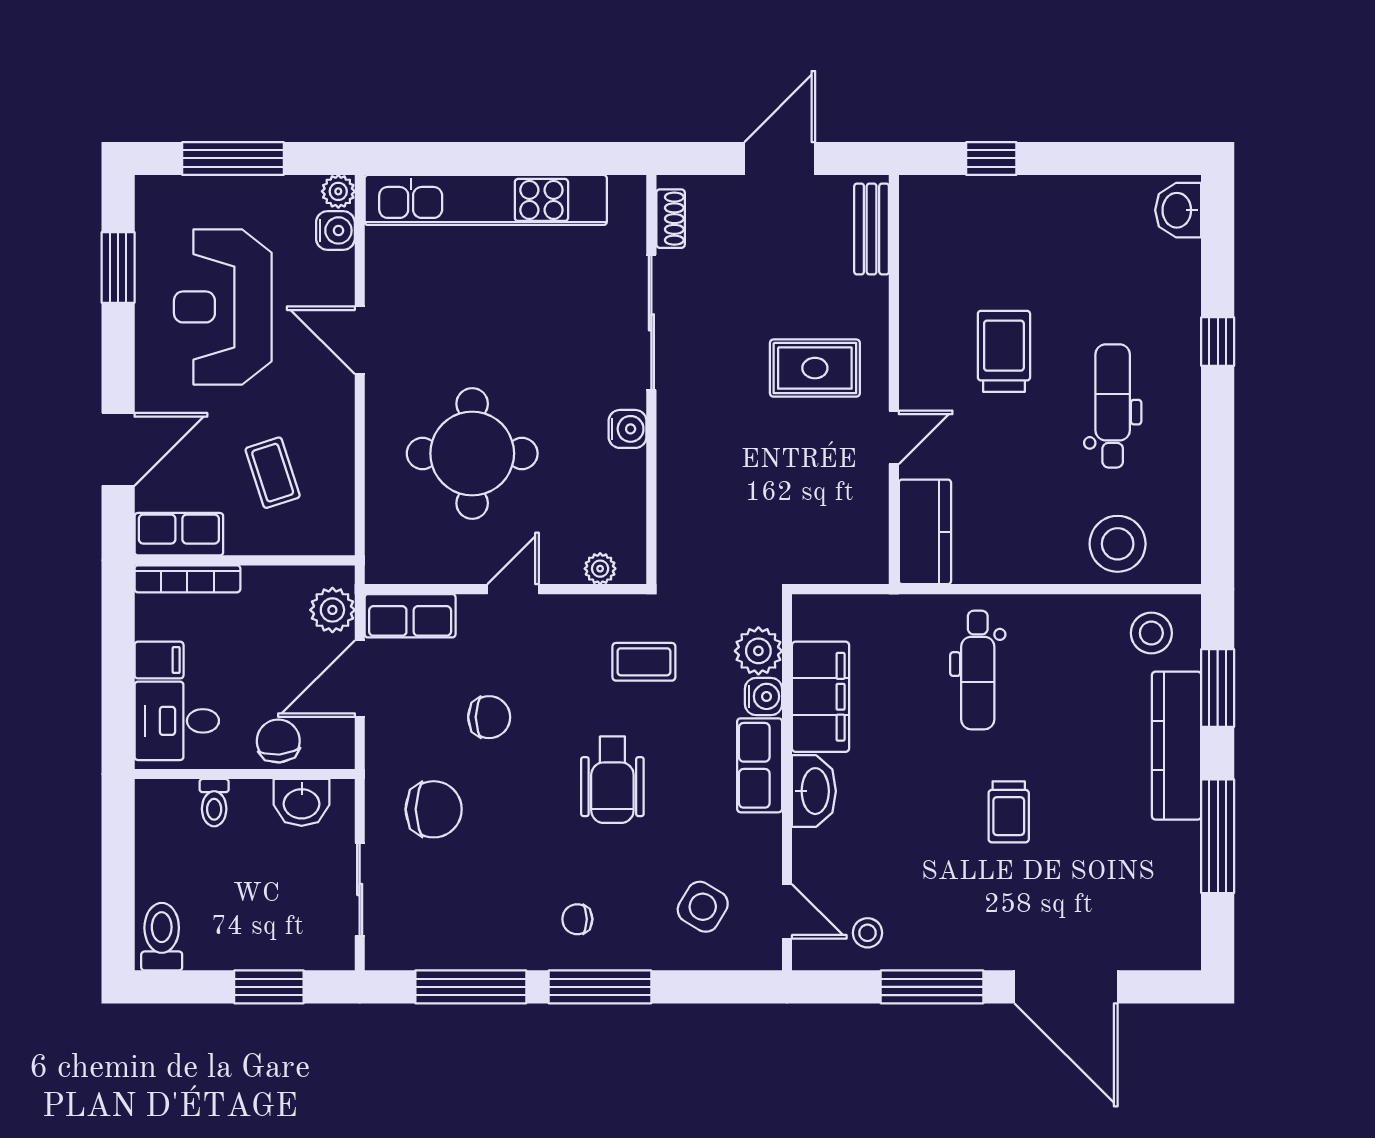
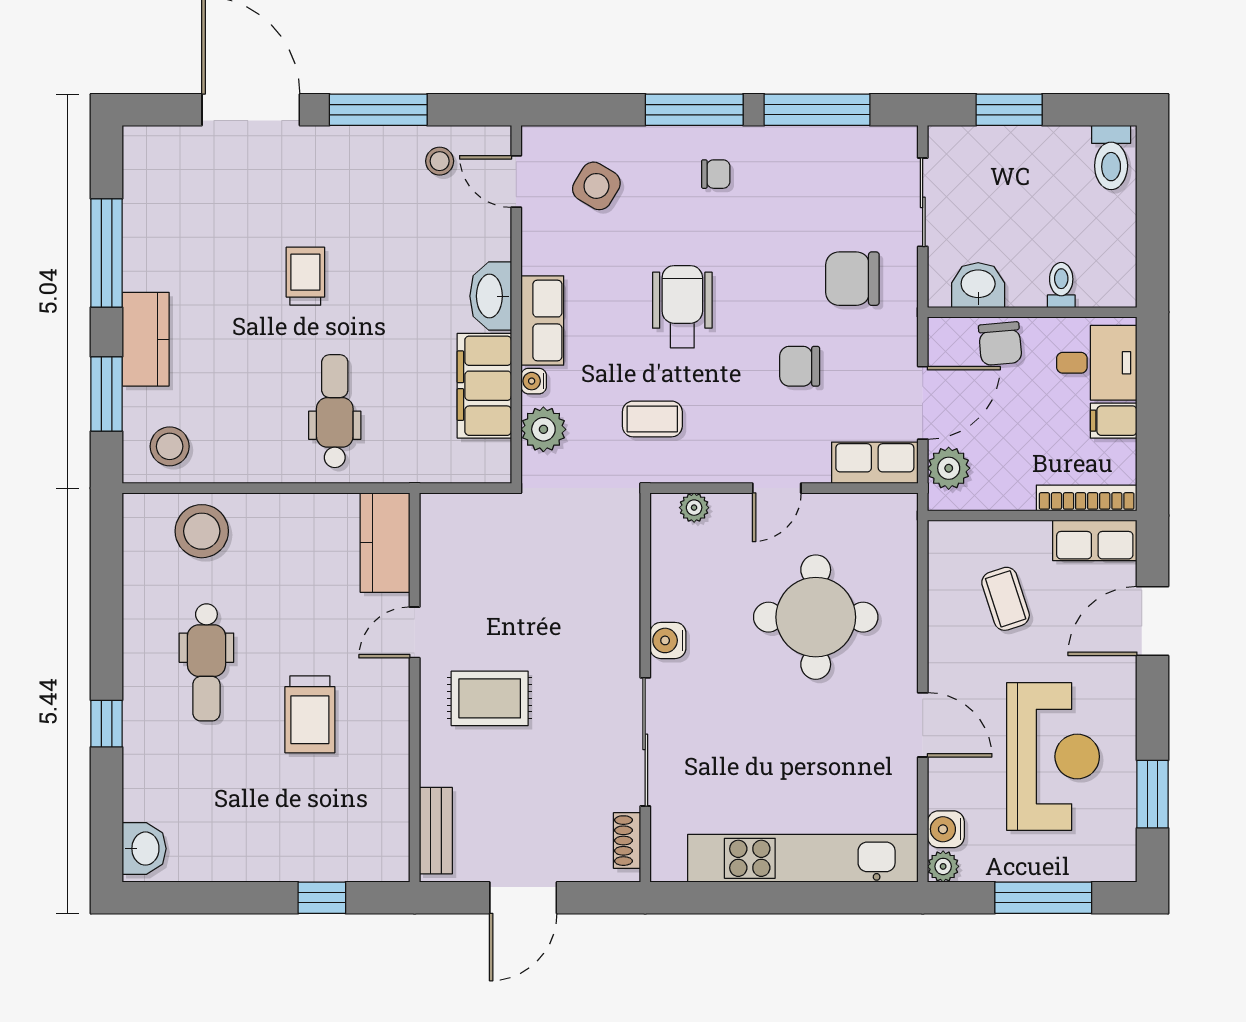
water cooler: (764, 696) -> (534, 381), width x0.72, depth x0.72
kitchen counter: (1177, 746) -> (146, 339), width x0.67

